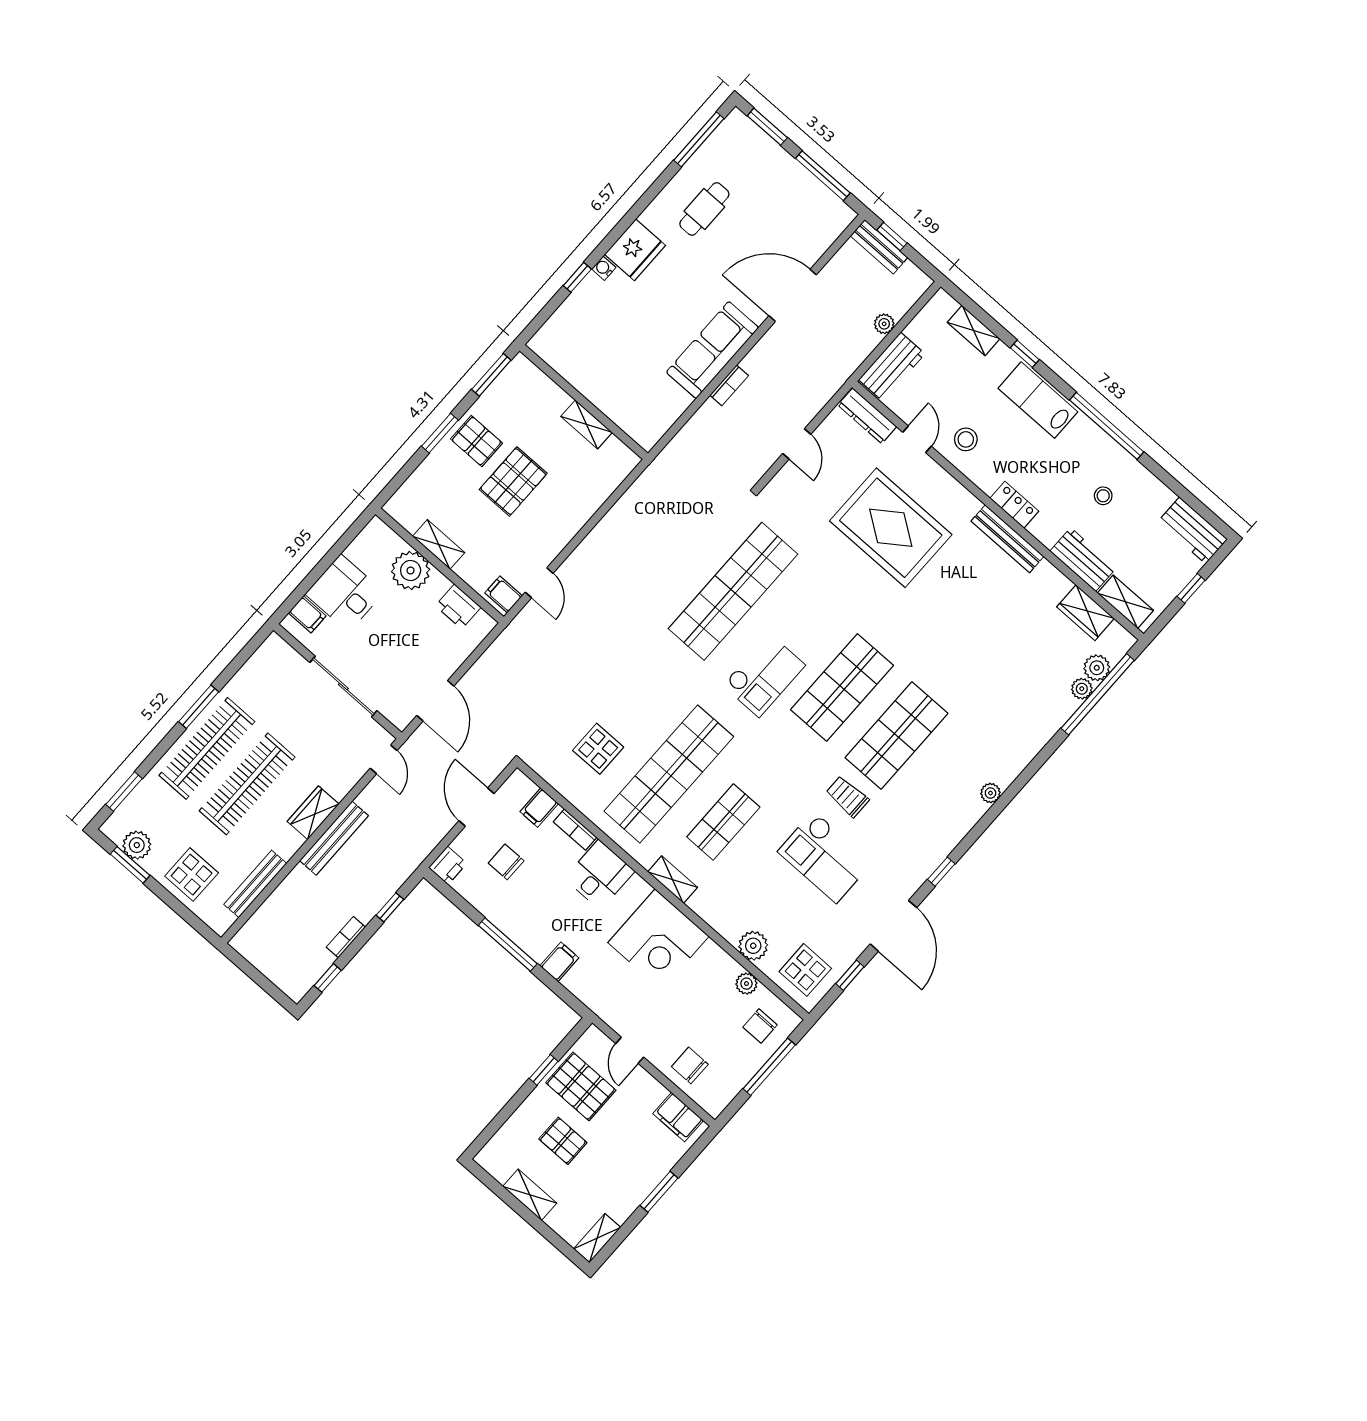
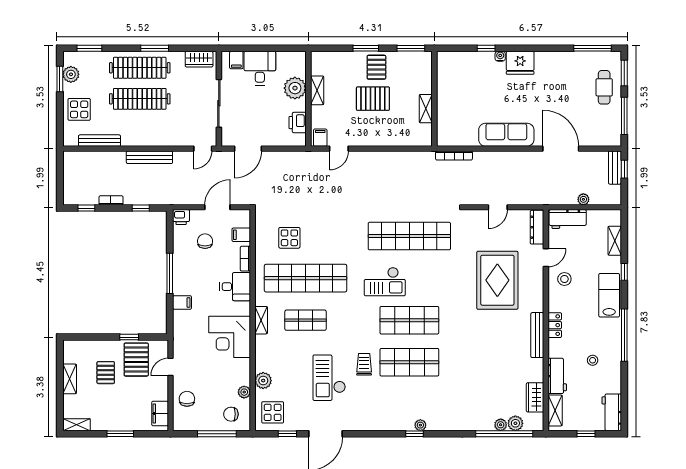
cafe table: (704, 209) -> (604, 87), moved, turned 90
bookcase: (729, 385) -> (454, 156), moved, width x1.56
wardrobe: (313, 813) -> (199, 59), moved, turned 180
window: (941, 872) -> (415, 434), moved

